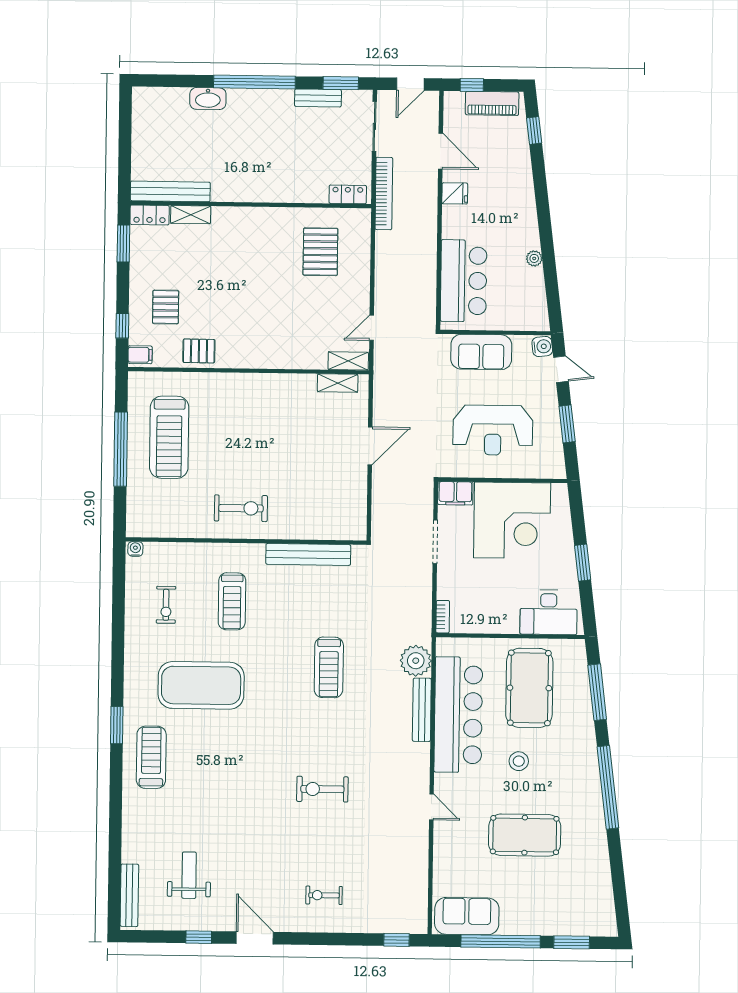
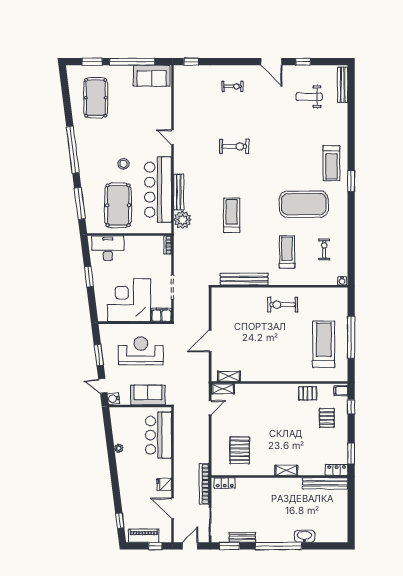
shelving: (191, 215) -> (286, 470), moved
pool table: (525, 835) -> (96, 98), moved, turned 90
weight bench: (189, 875) -> (309, 97), turned 90

